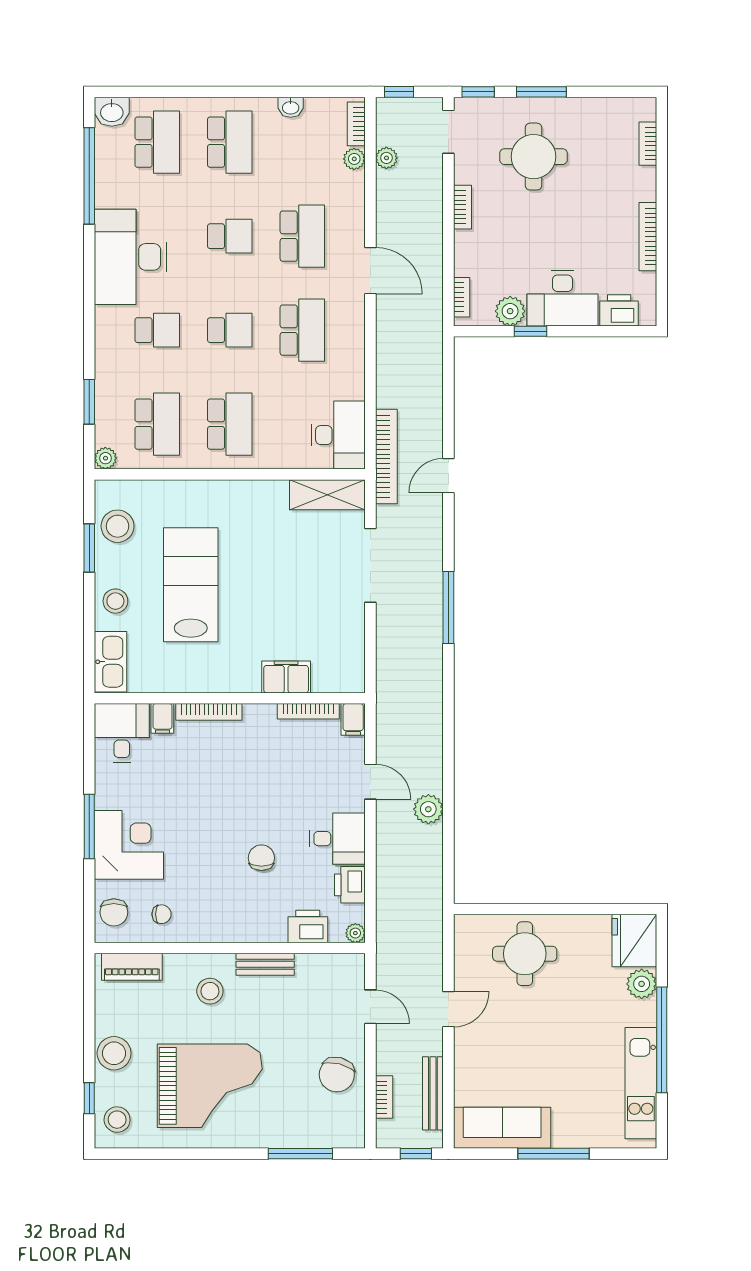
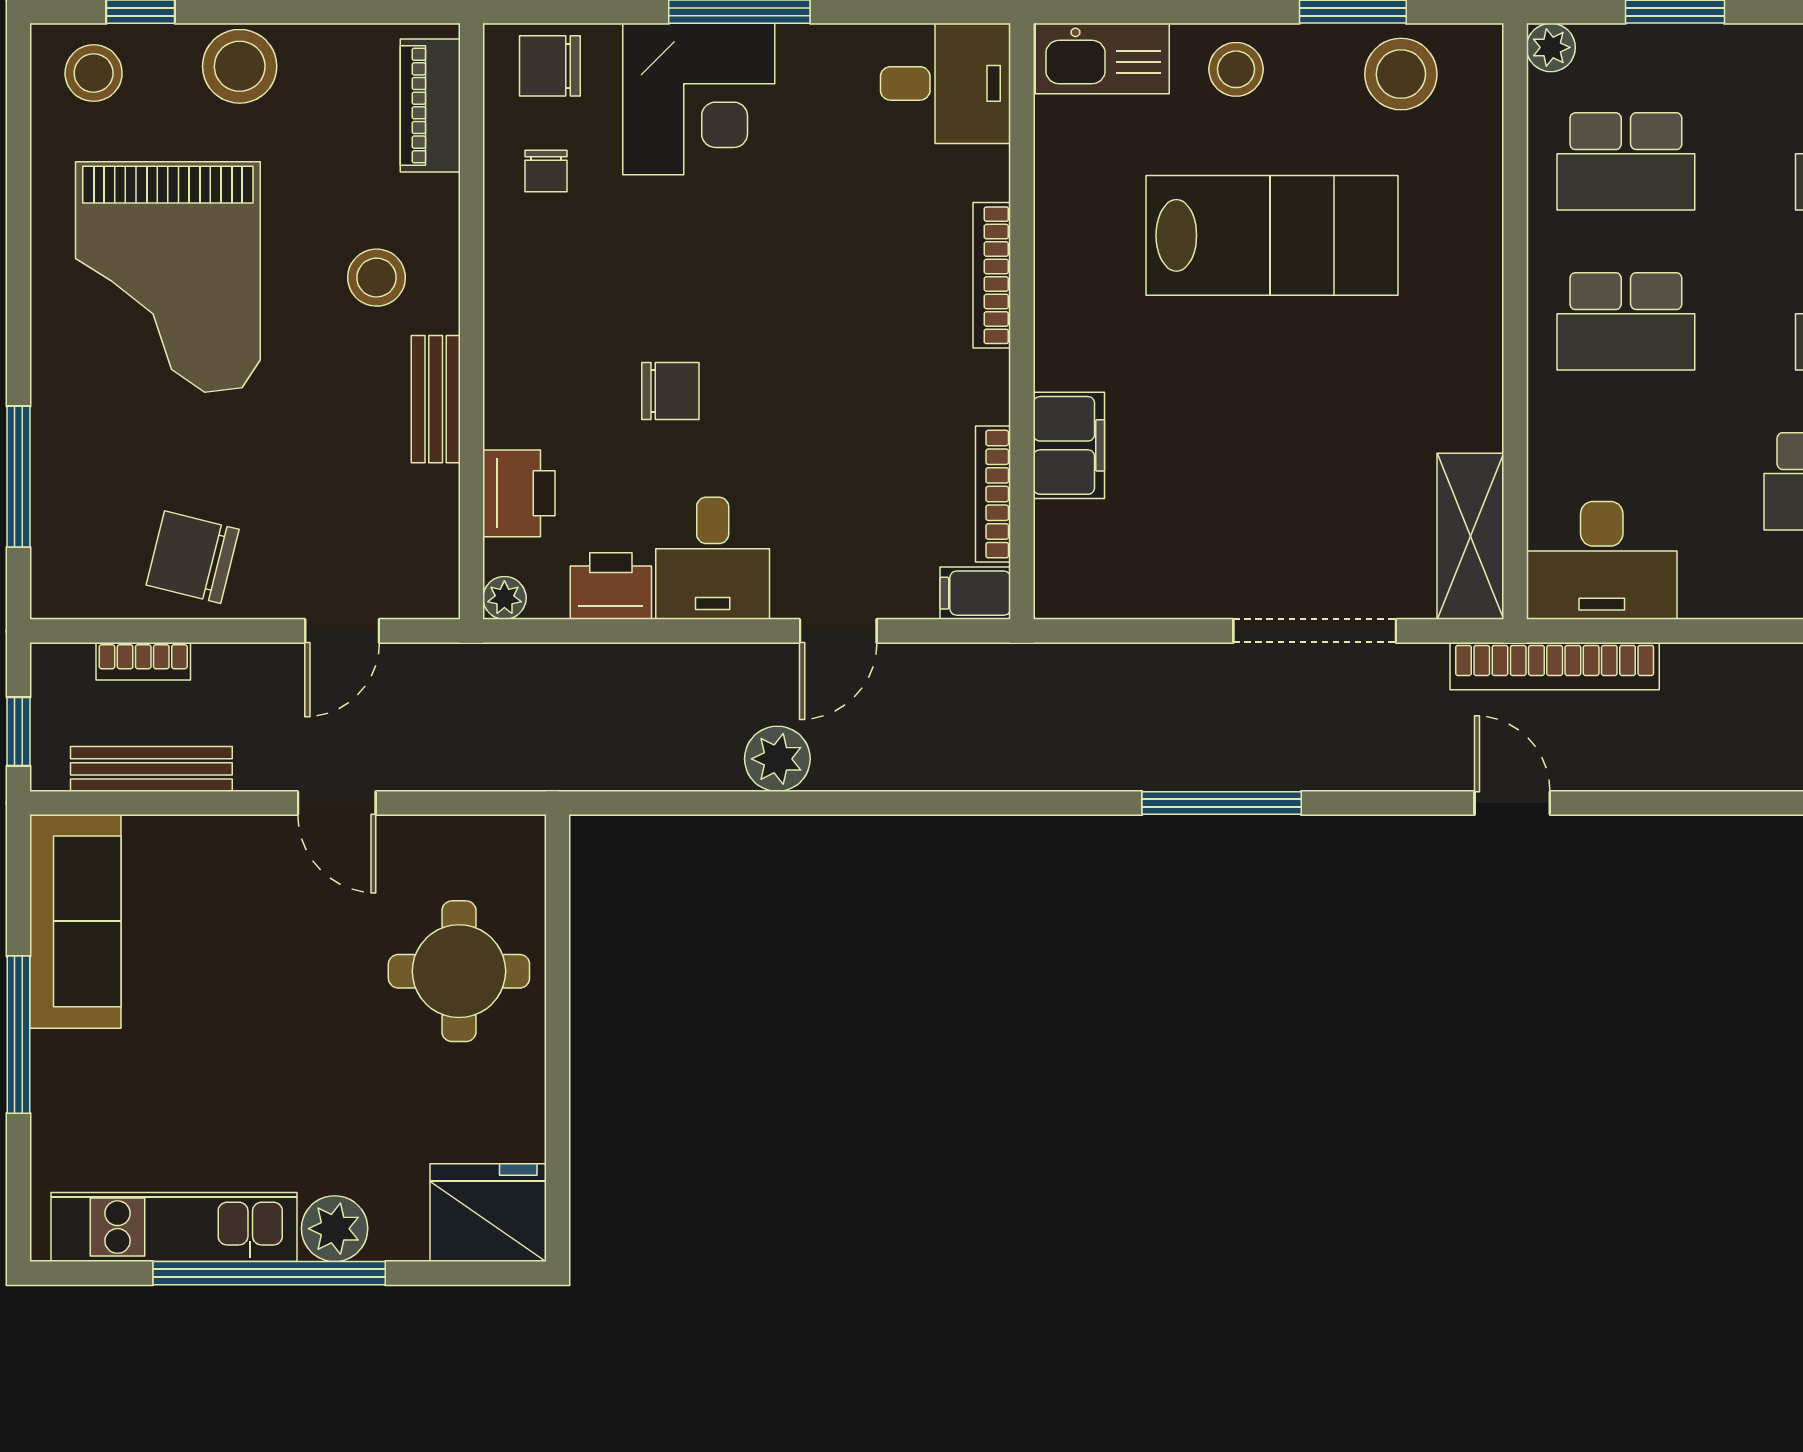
filing cabinet: (162, 718) -> (977, 173), removed
plant: (642, 984) -> (335, 1229), moved

